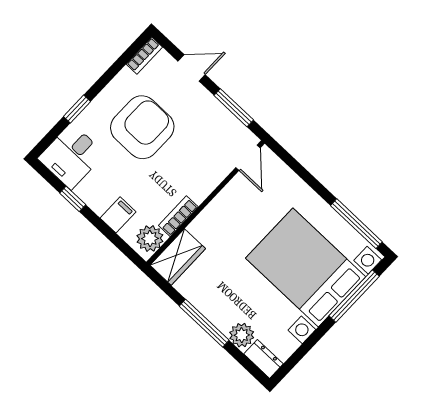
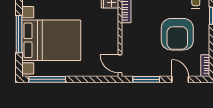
door: (192, 68) -> (180, 79), swing flipped
window: (354, 296) -> (19, 34), moved

